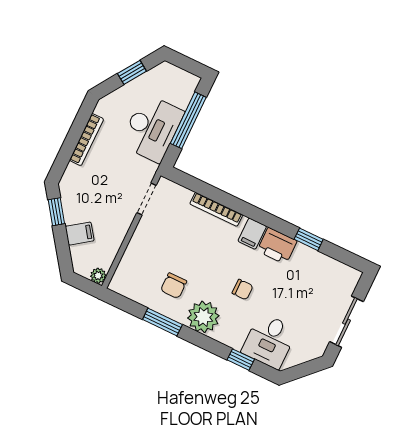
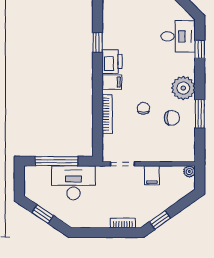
bookcase: (86, 140) -> (123, 223), moved, width x0.64
filing cabinet: (80, 234) -> (152, 175), moved, turned -145
chair: (242, 290) -> (143, 108), moved

